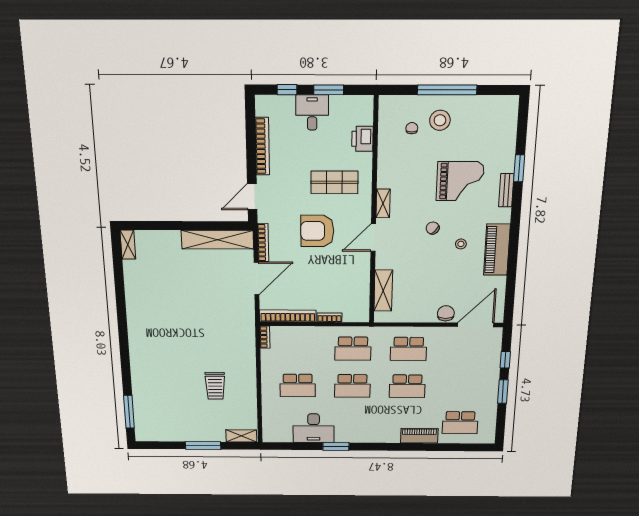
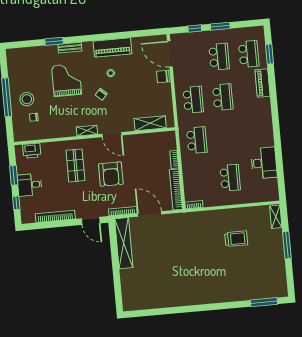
printer: (362, 139) -> (32, 151), moved
shelving: (128, 245) -> (133, 306), removed
school desk: (352, 386) -> (219, 57), moved
window: (336, 446) -> (269, 54), moved

